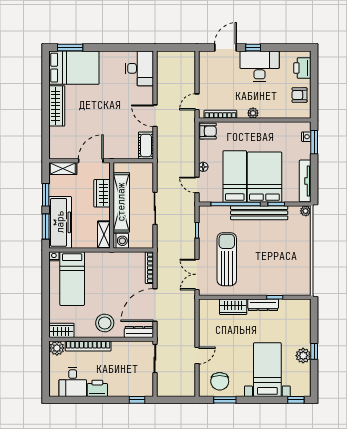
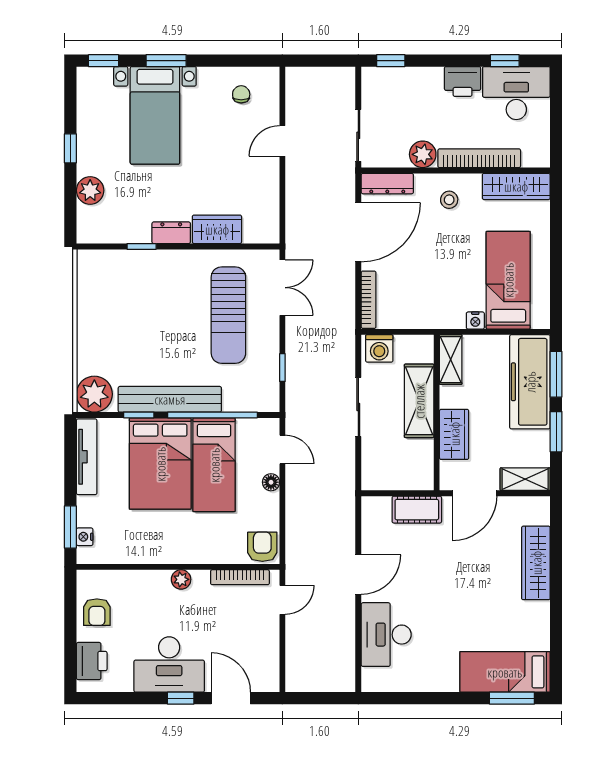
door: (225, 47) -> (231, 698), swing flipped
bed: (74, 68) -> (505, 672), width x0.67
desk: (140, 68) -> (386, 635), moved
armchair: (299, 95) -> (97, 612), turned 90
wardrobe: (57, 106) -> (536, 563), moved
door: (155, 116) -> (358, 575), hinge flipped
armchair: (208, 131) -> (262, 547), turned 90
cot: (146, 145) -> (417, 510), moved, turned 90
shelving: (121, 202) -> (419, 401), width x0.68
plant: (306, 211) -> (94, 394), width x1.87, depth x1.87
washing machine: (121, 241) -> (379, 348), moved, turned -90
nightstand: (54, 256) -> (475, 321), moved
dresser: (263, 305) -> (171, 233), width x0.70
stool: (105, 323) -> (449, 200), width x0.53, depth x0.53
wardrobe: (61, 330) -> (516, 186), width x1.50
plant: (57, 348) -> (423, 154), moved
plant: (303, 356) -> (90, 190), moved
chair: (220, 381) -> (241, 94), width x0.54, depth x0.54
desk: (73, 382) -> (516, 93), width x1.37
window: (74, 400) -> (505, 61), added
window: (225, 400) -> (166, 61), moved

